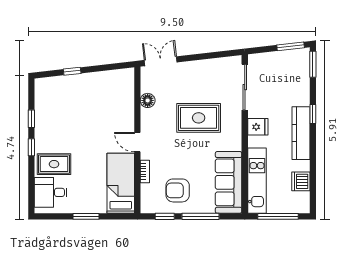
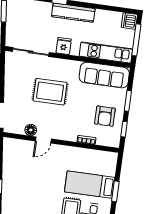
rug: (199, 118) -> (50, 92), turned 90
door: (137, 142) -> (43, 140), moved
dishwasher: (301, 181) -> (129, 21), moved, turned 90
bed: (121, 183) -> (90, 185), moved
window: (201, 216) -> (128, 101), width x0.69

